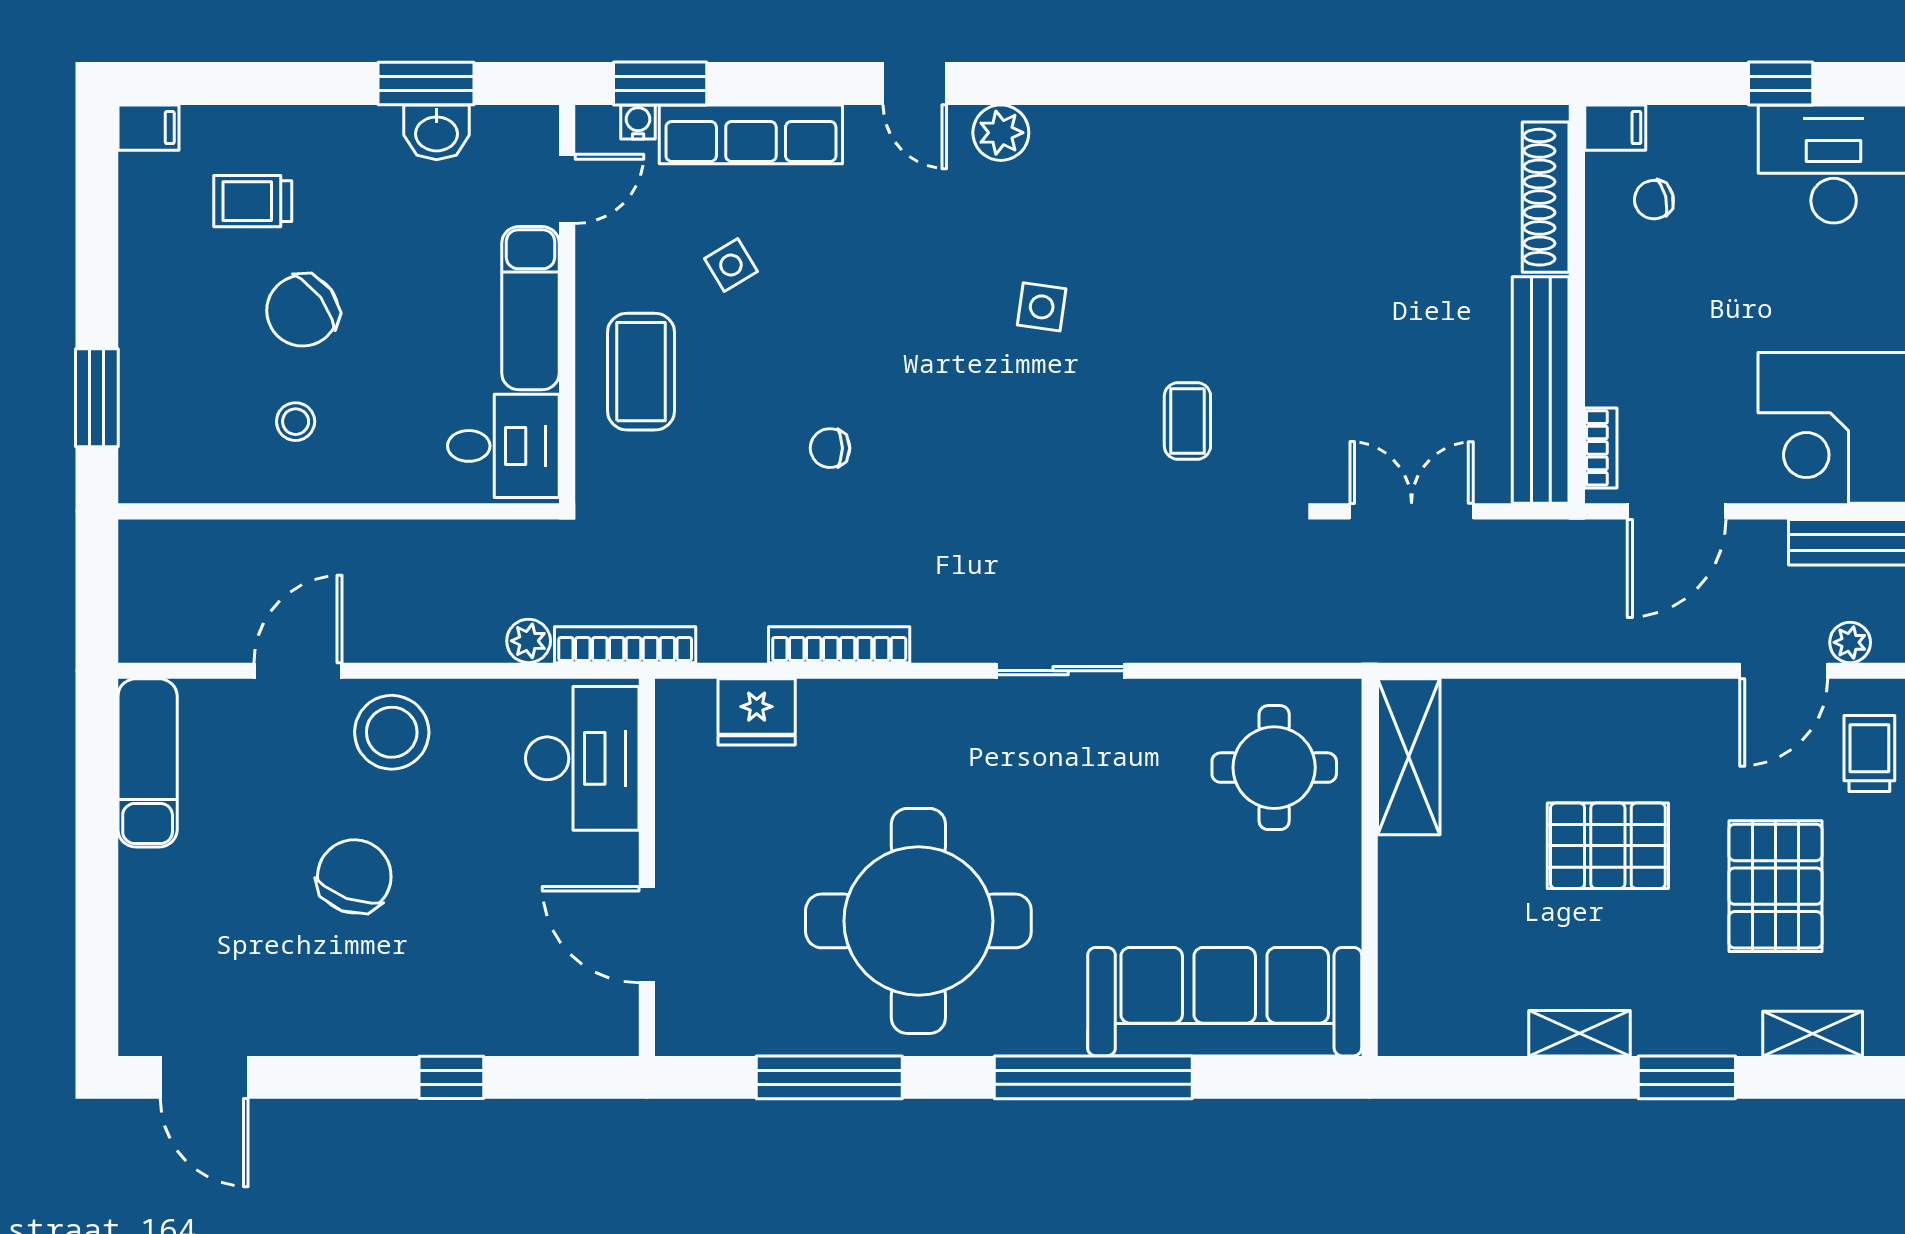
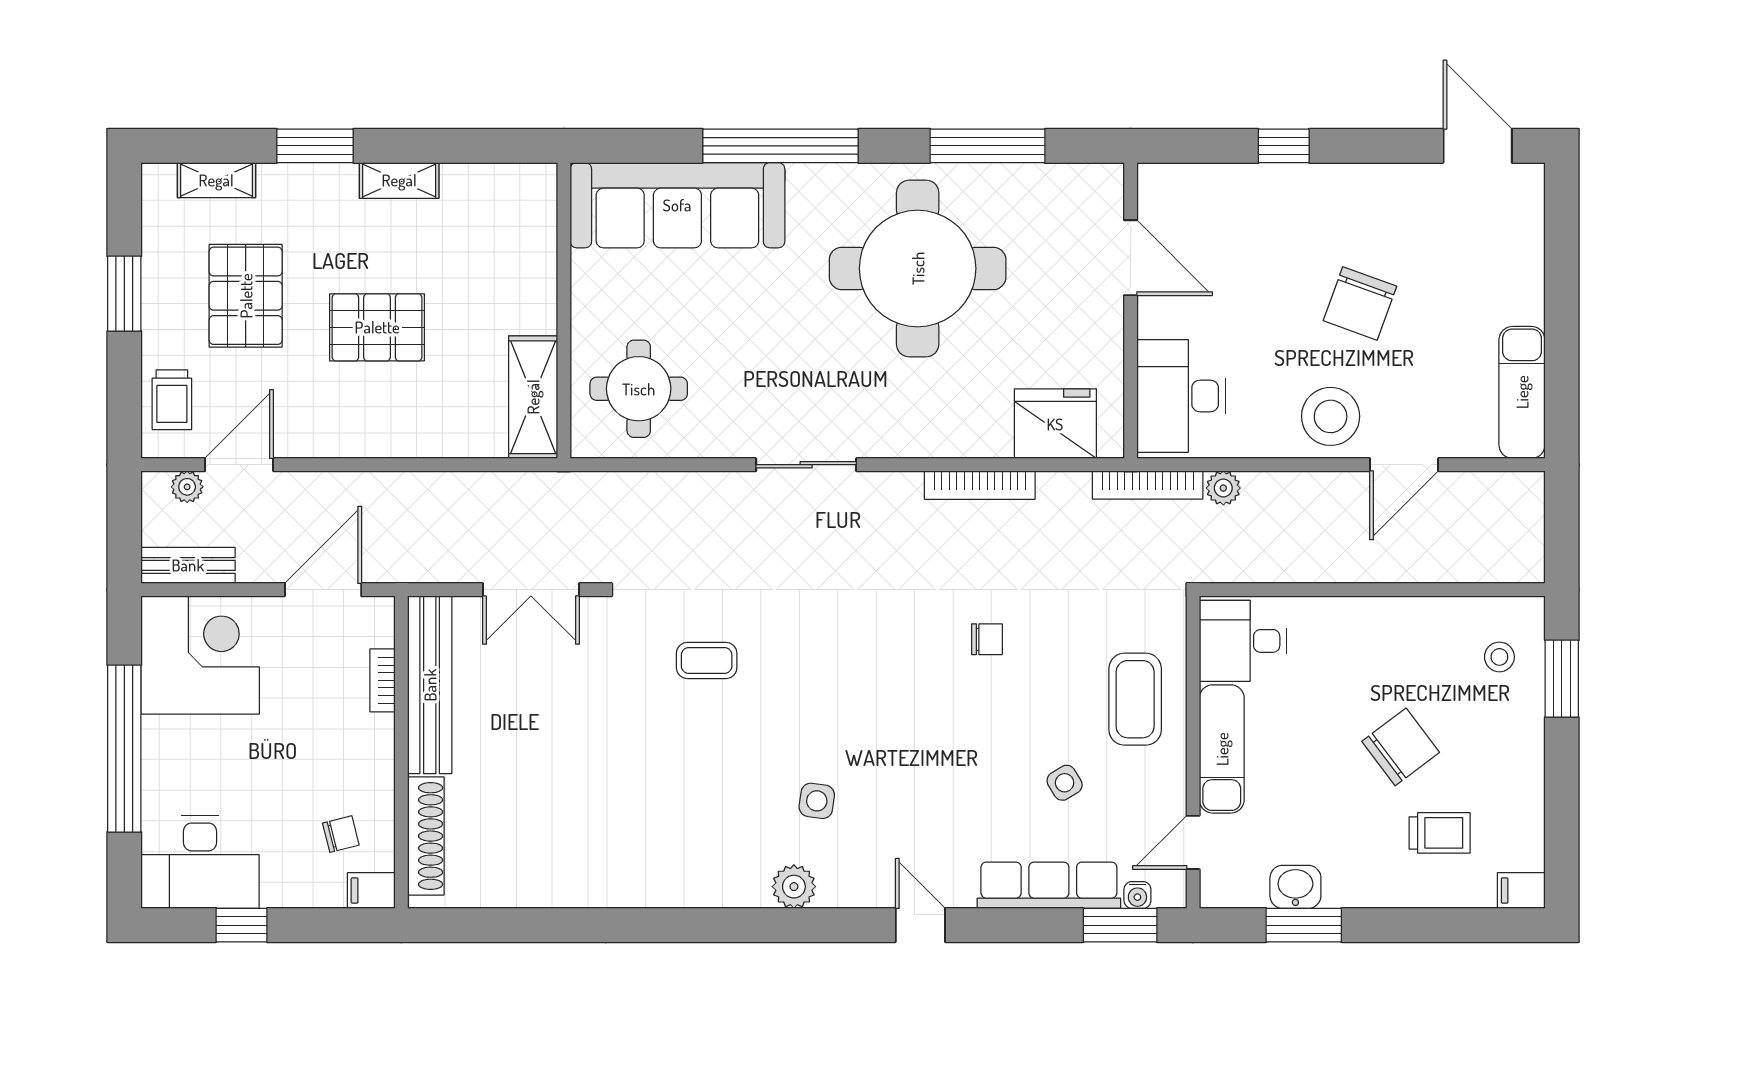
plant: (1001, 133) -> (794, 887), moved
side table: (1042, 307) -> (817, 801), moved
coffee table: (1187, 421) -> (707, 660), turned 90
stool: (296, 422) -> (1499, 657), moved
bookcase: (1601, 448) -> (383, 680), moved
fridge: (757, 712) -> (1055, 424), width x1.36, depth x1.34

